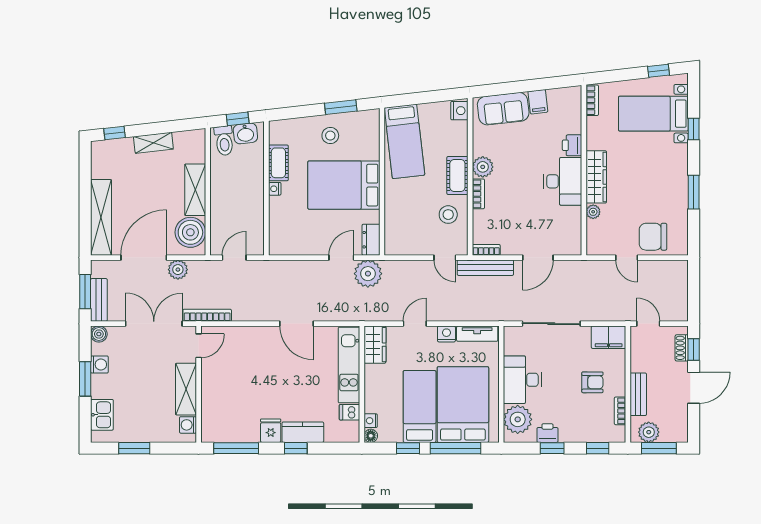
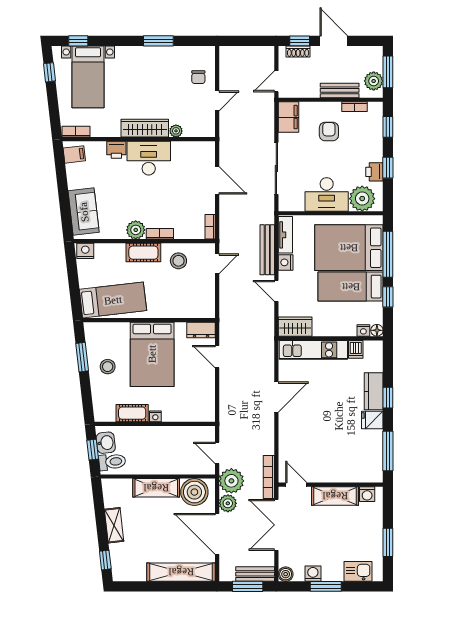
filing cabinet: (538, 102) -> (74, 154), moved
window: (694, 129) -> (78, 41), moved
chair: (653, 237) -> (198, 77), width x0.54, depth x0.54
bench: (485, 268) -> (267, 250), moved
plant: (368, 274) -> (231, 481), moved

